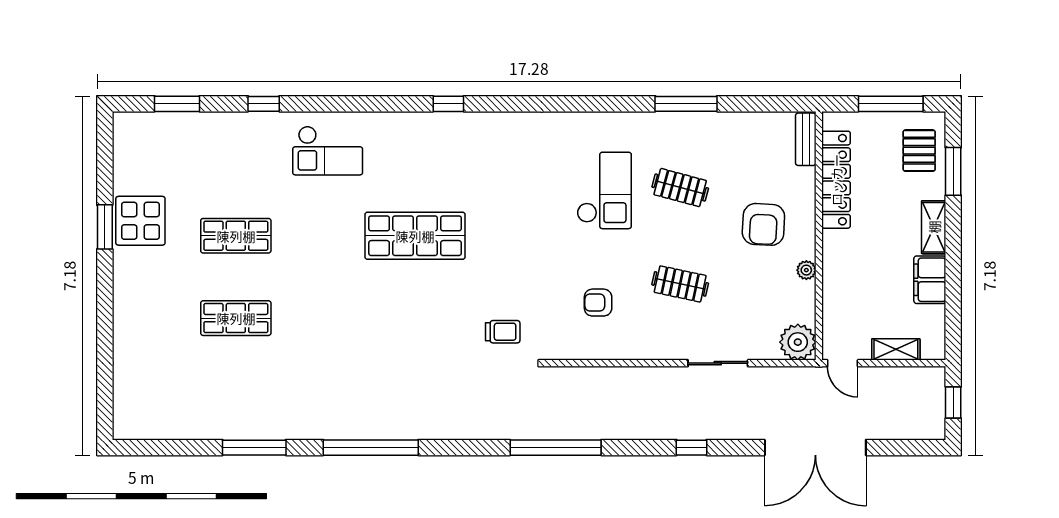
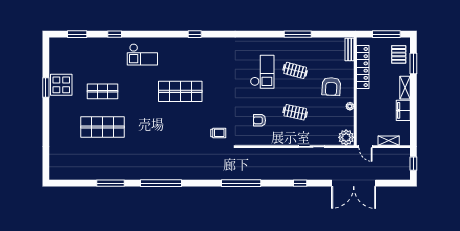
shop shelf: (236, 318) -> (103, 127), width x1.43, depth x1.36

